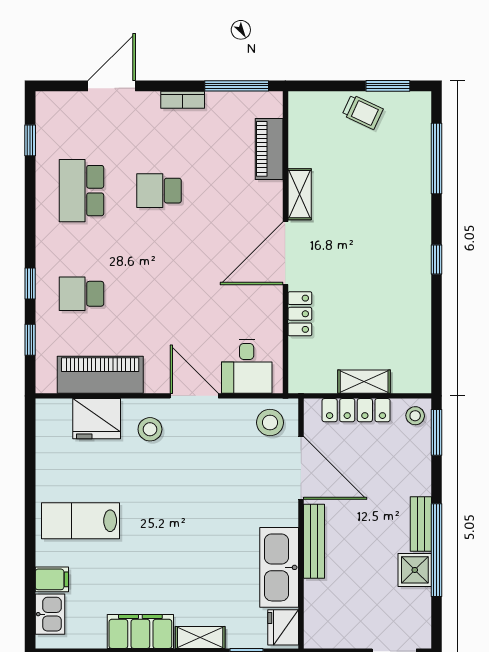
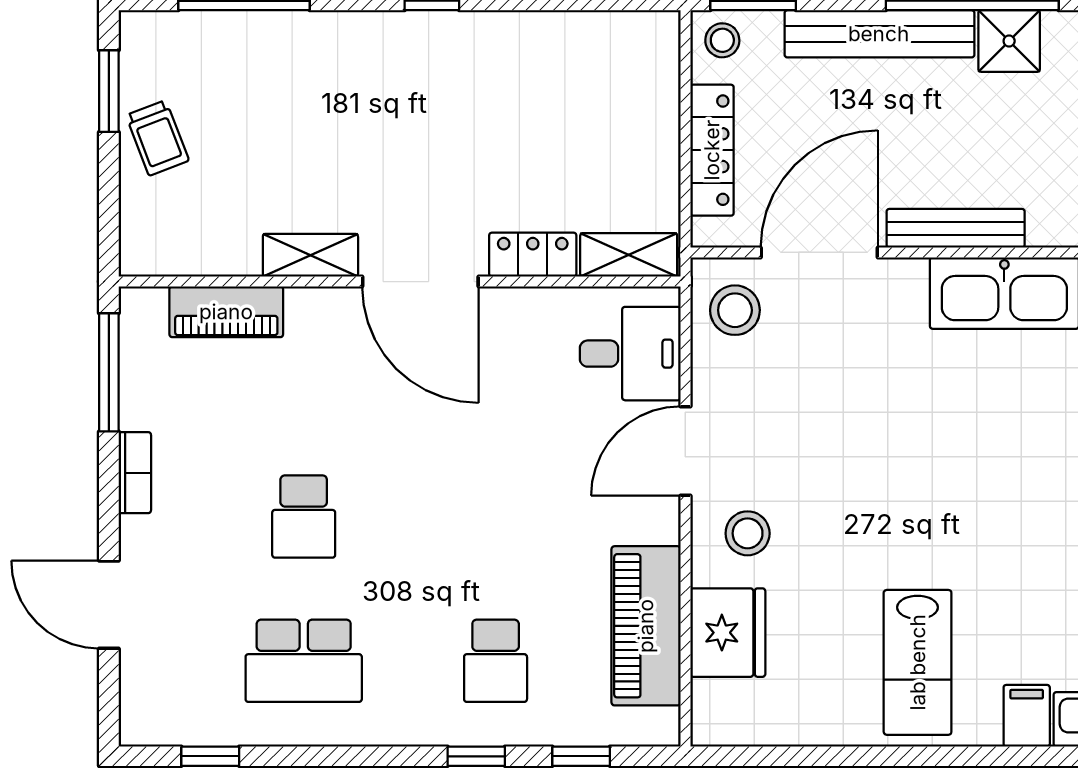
trolley: (363, 112) -> (157, 138), turned 134
shelving: (364, 382) -> (629, 255), moved, turned 90
bench: (421, 524) -> (879, 34), width x1.86, depth x1.21

